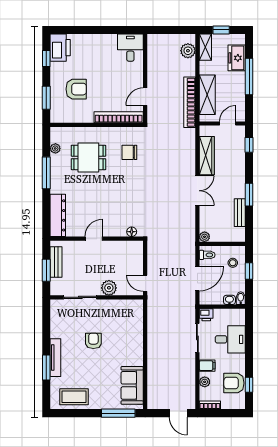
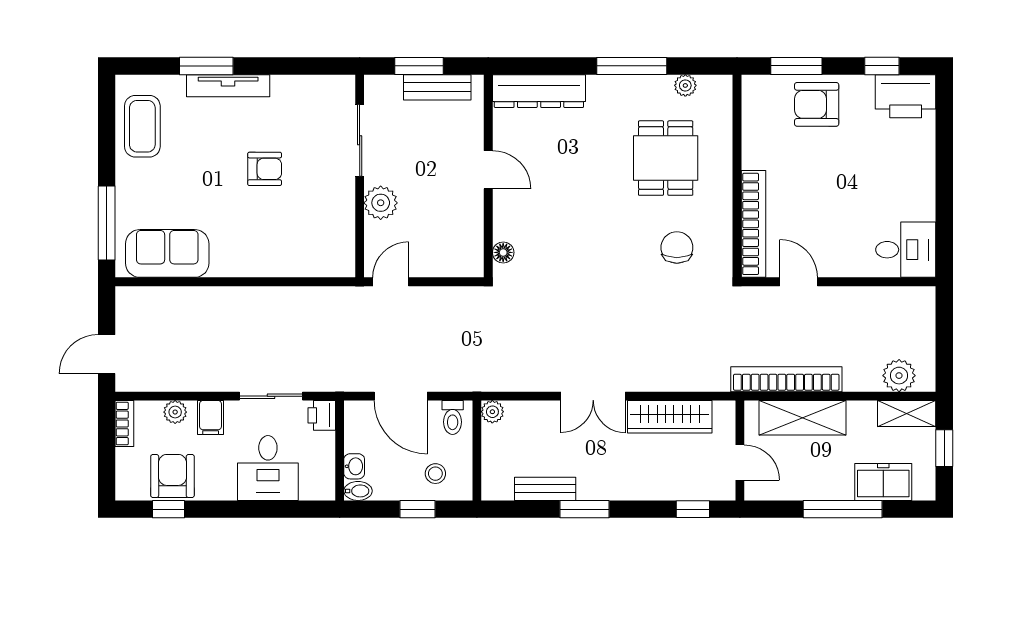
armchair: (76, 89) -> (817, 104), moved, turned 90

